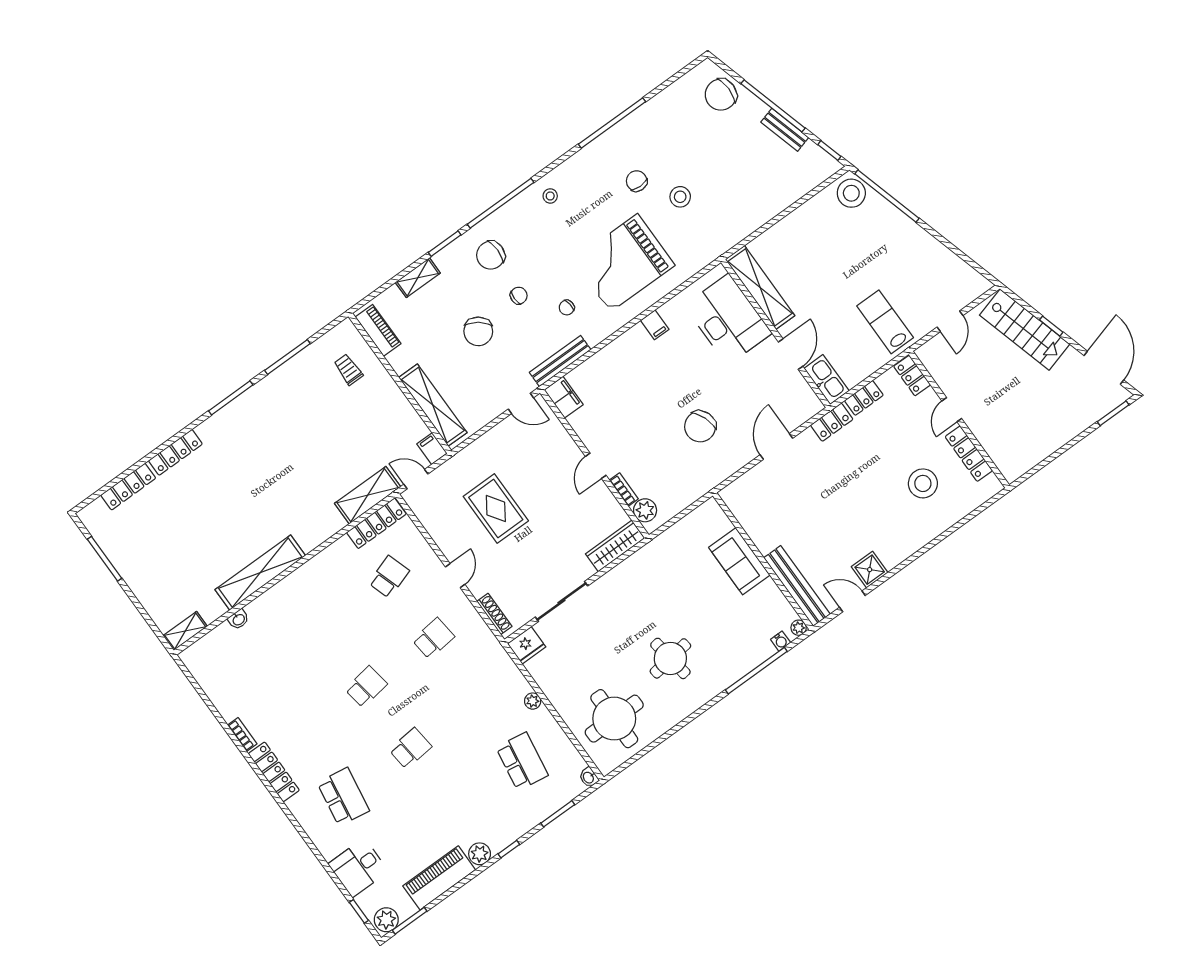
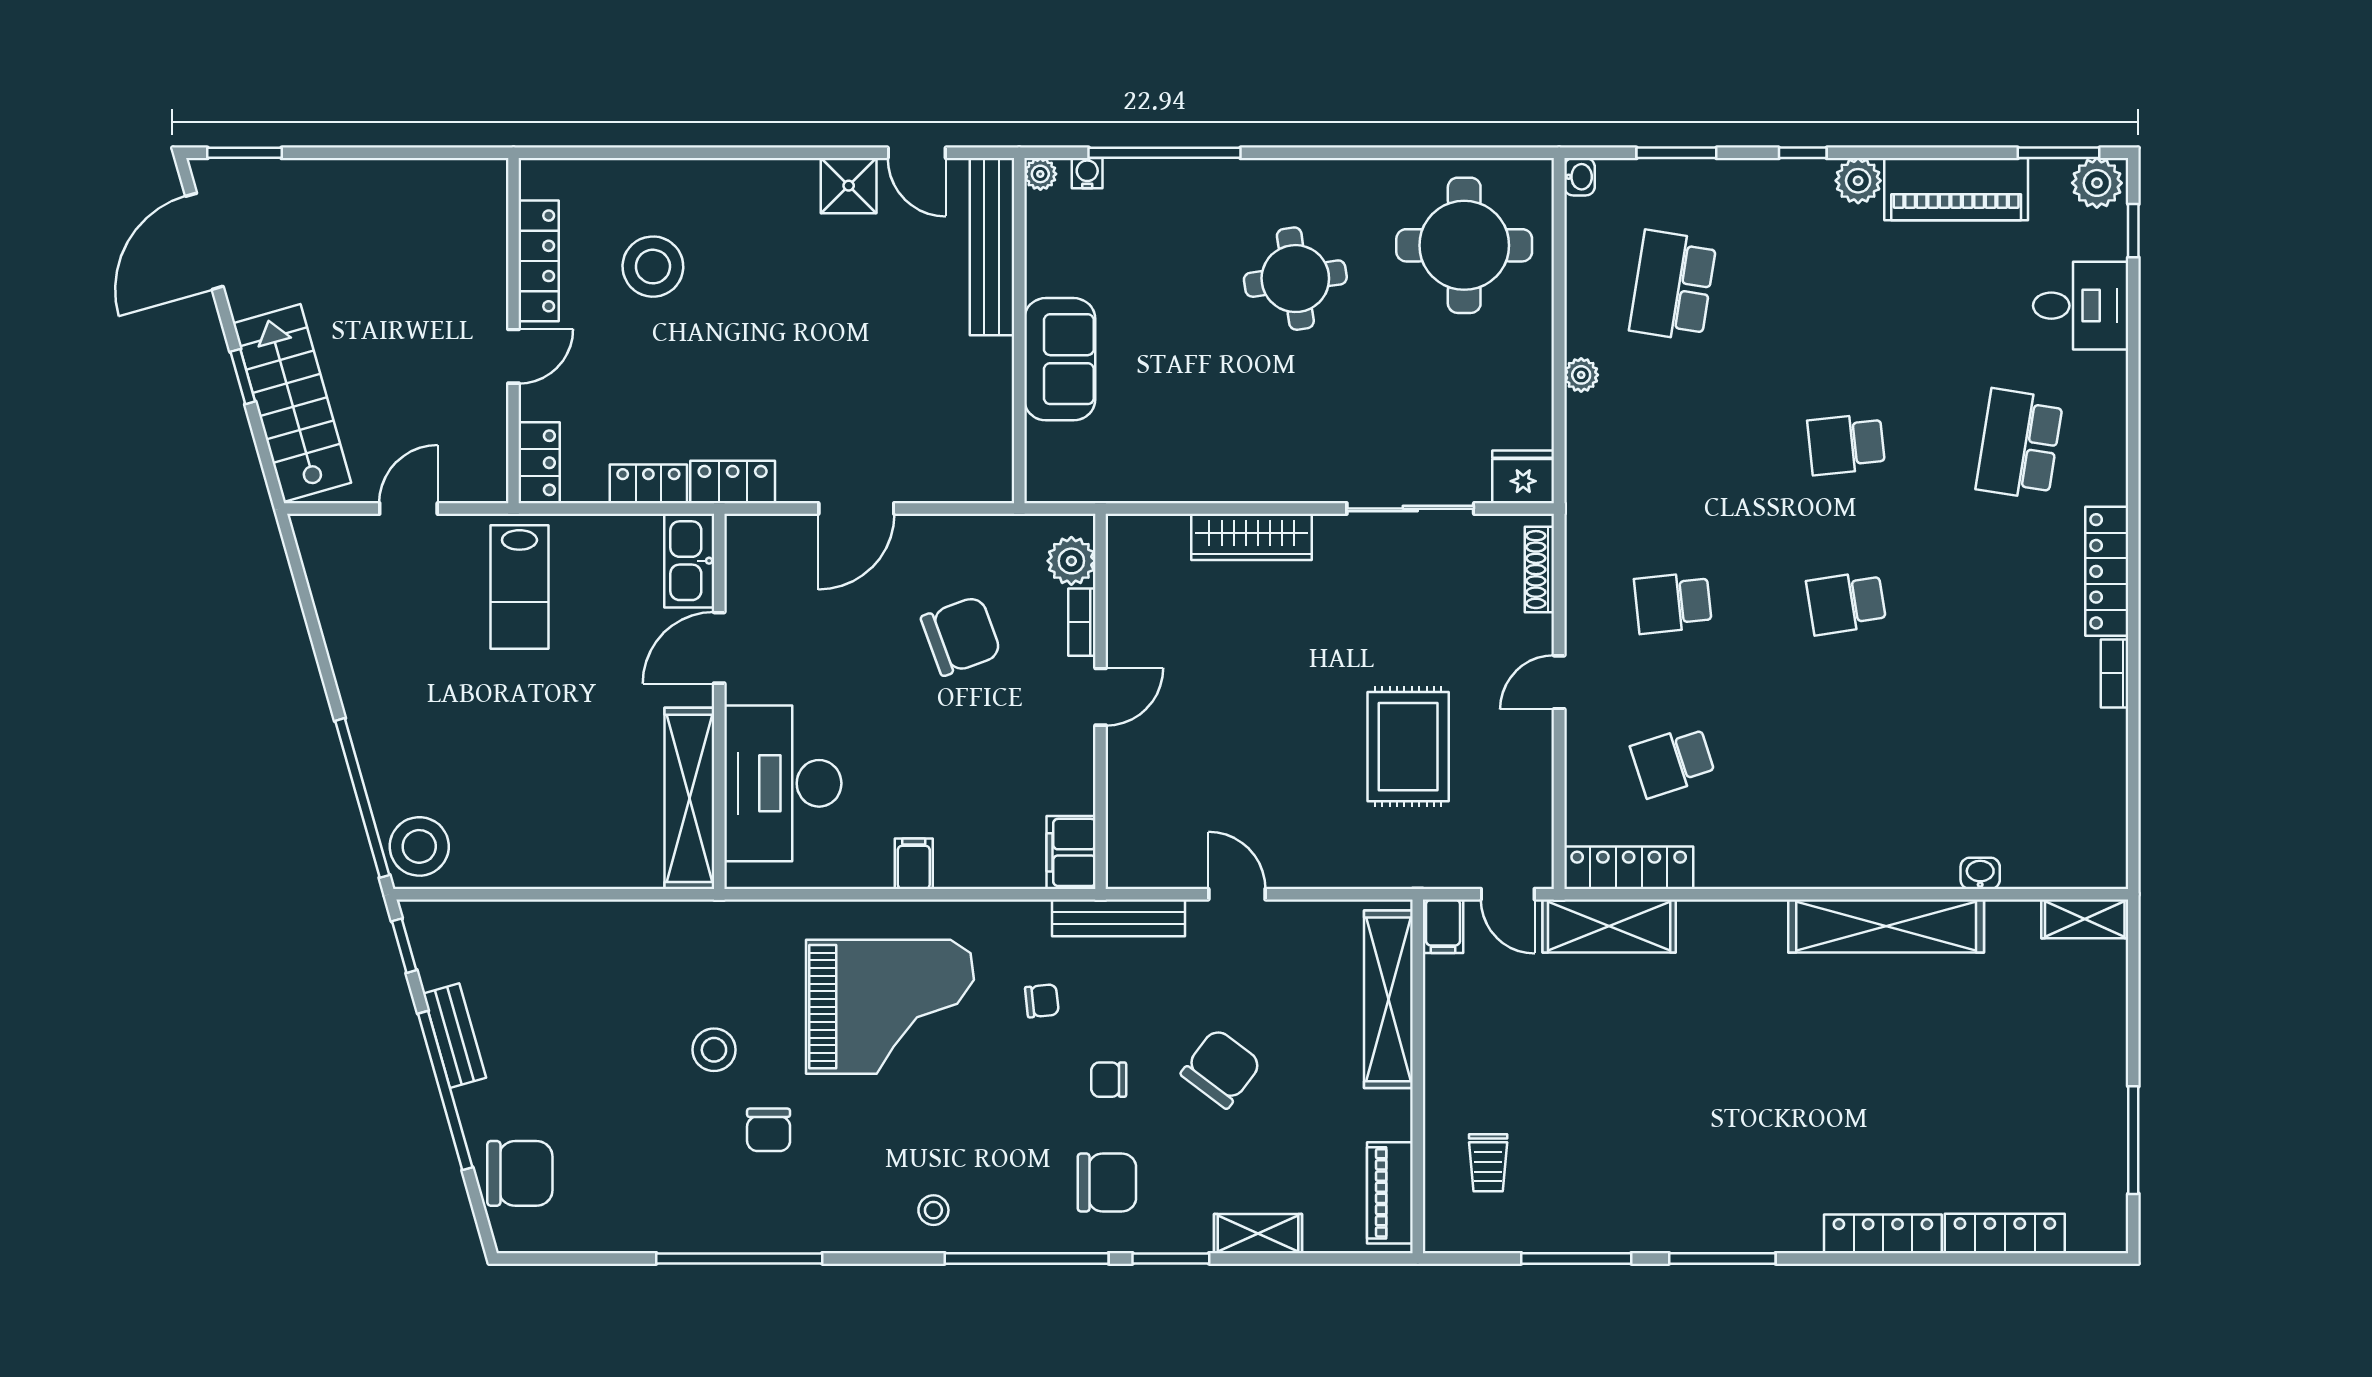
filing cabinet: (564, 397) -> (1071, 852), moved
wall: (594, 464) -> (1101, 701), moved
door: (596, 466) -> (1101, 697), moved
bookcase: (624, 489) -> (1082, 622), moved
plant: (645, 510) -> (1071, 561), moved

